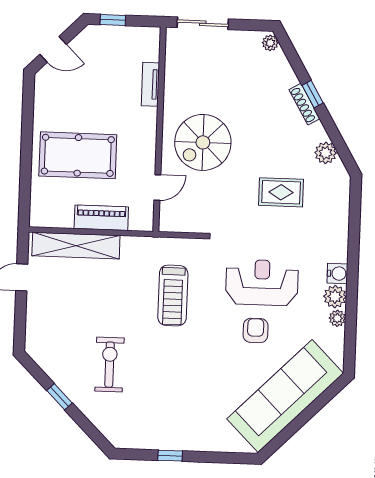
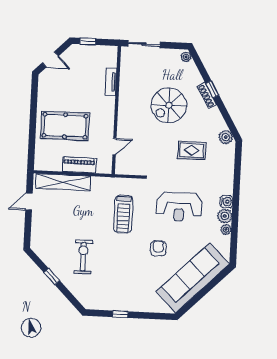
spiral stairs: (203, 142) -> (169, 105), moved
plant: (326, 153) -> (226, 137), moved
reception desk: (262, 283) -> (179, 207), turned 180
armchair: (256, 330) -> (158, 248), moved

